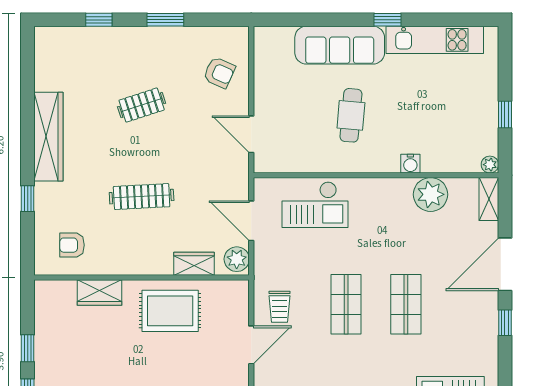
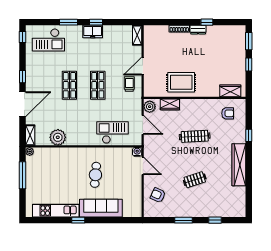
window: (505, 114) -> (23, 175), width x2.17
water cooler: (410, 164) -> (137, 152), moved
wardrobe: (99, 293) -> (230, 91), moved

